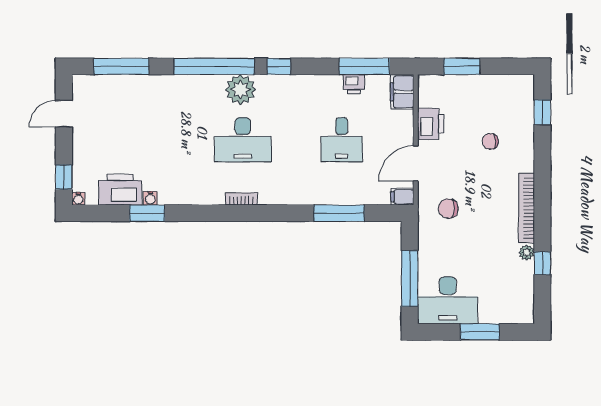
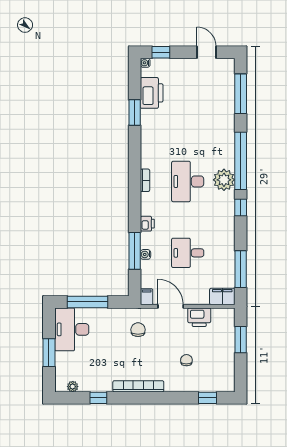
printer: (354, 84) -> (147, 224), moved, turned 180
water cooler: (150, 198) -> (145, 254), moved
plant: (527, 252) -> (73, 387), moved

